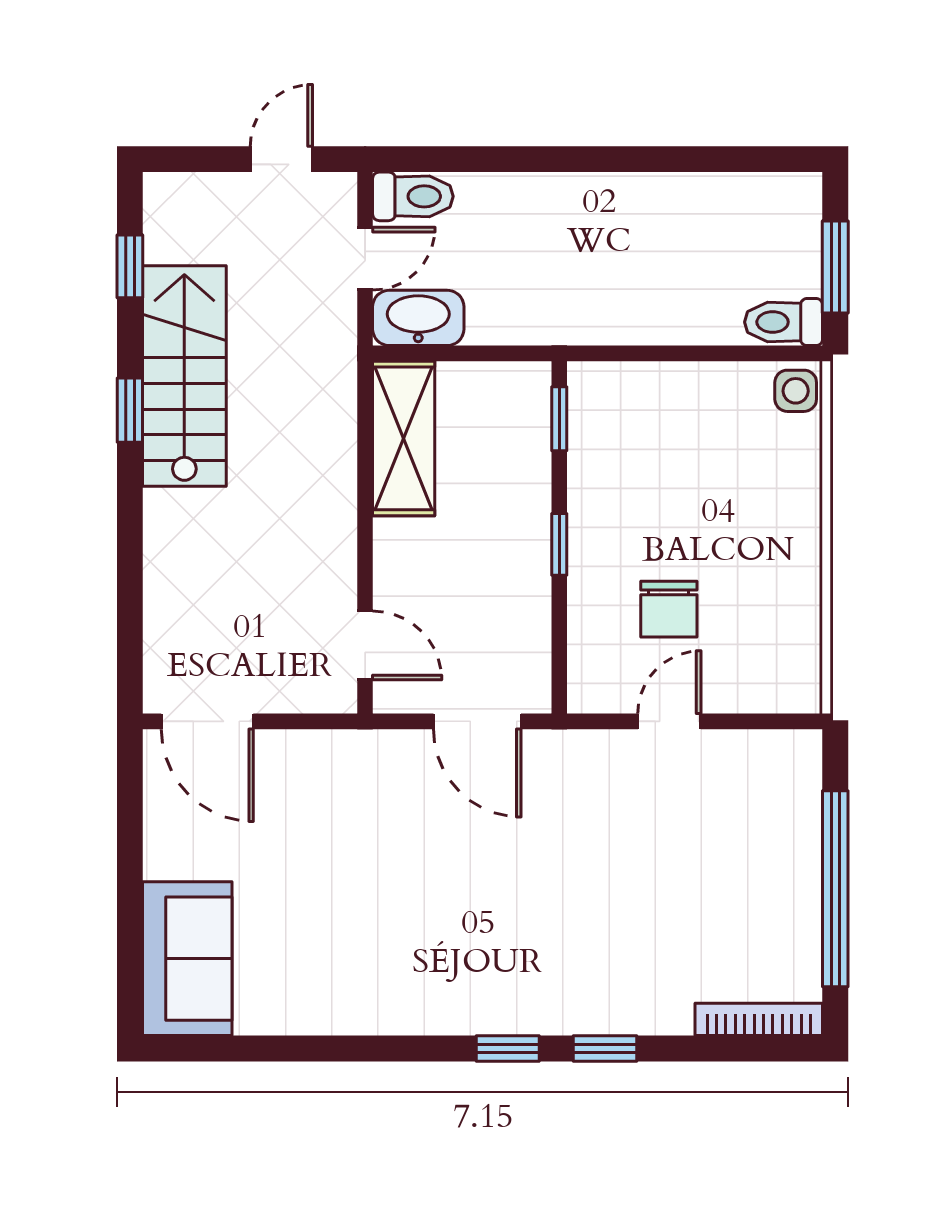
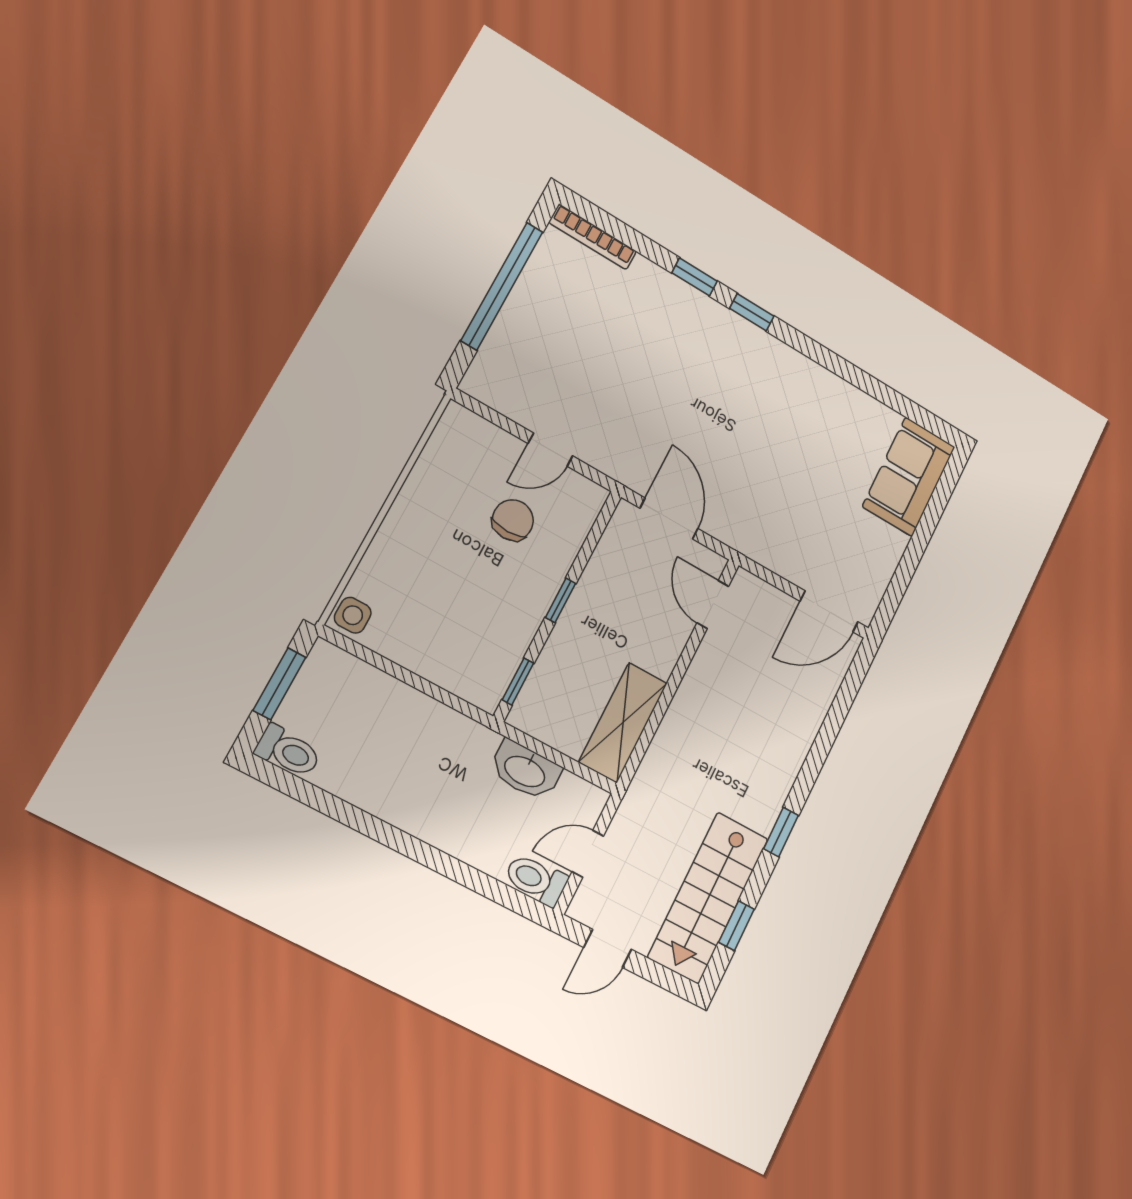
washbasin: (418, 318) -> (525, 770), moved
toilet: (784, 322) -> (288, 751), moved
stairs: (184, 376) -> (708, 898), moved
door: (207, 721) -> (829, 611), swing flipped

